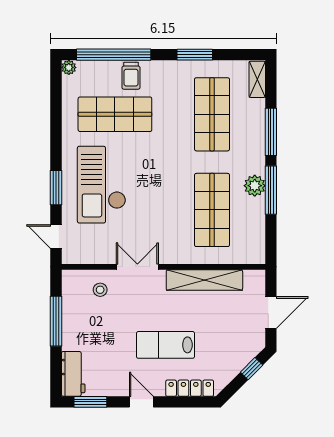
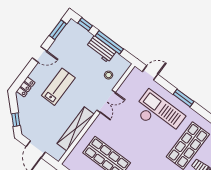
window: (56, 188) -> (184, 98), moved
window: (56, 371) -> (85, 24), added
workbench: (73, 374) -> (101, 49), moved
locker: (190, 388) -> (26, 87), width x0.66

